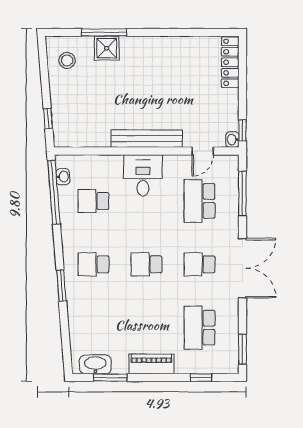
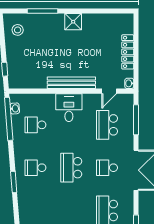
shower: (107, 48) -> (73, 22), moved
locker: (230, 62) -> (128, 52), moved
window: (242, 130) -> (136, 77), removed
school desk: (146, 264) -> (71, 168), width x1.85

